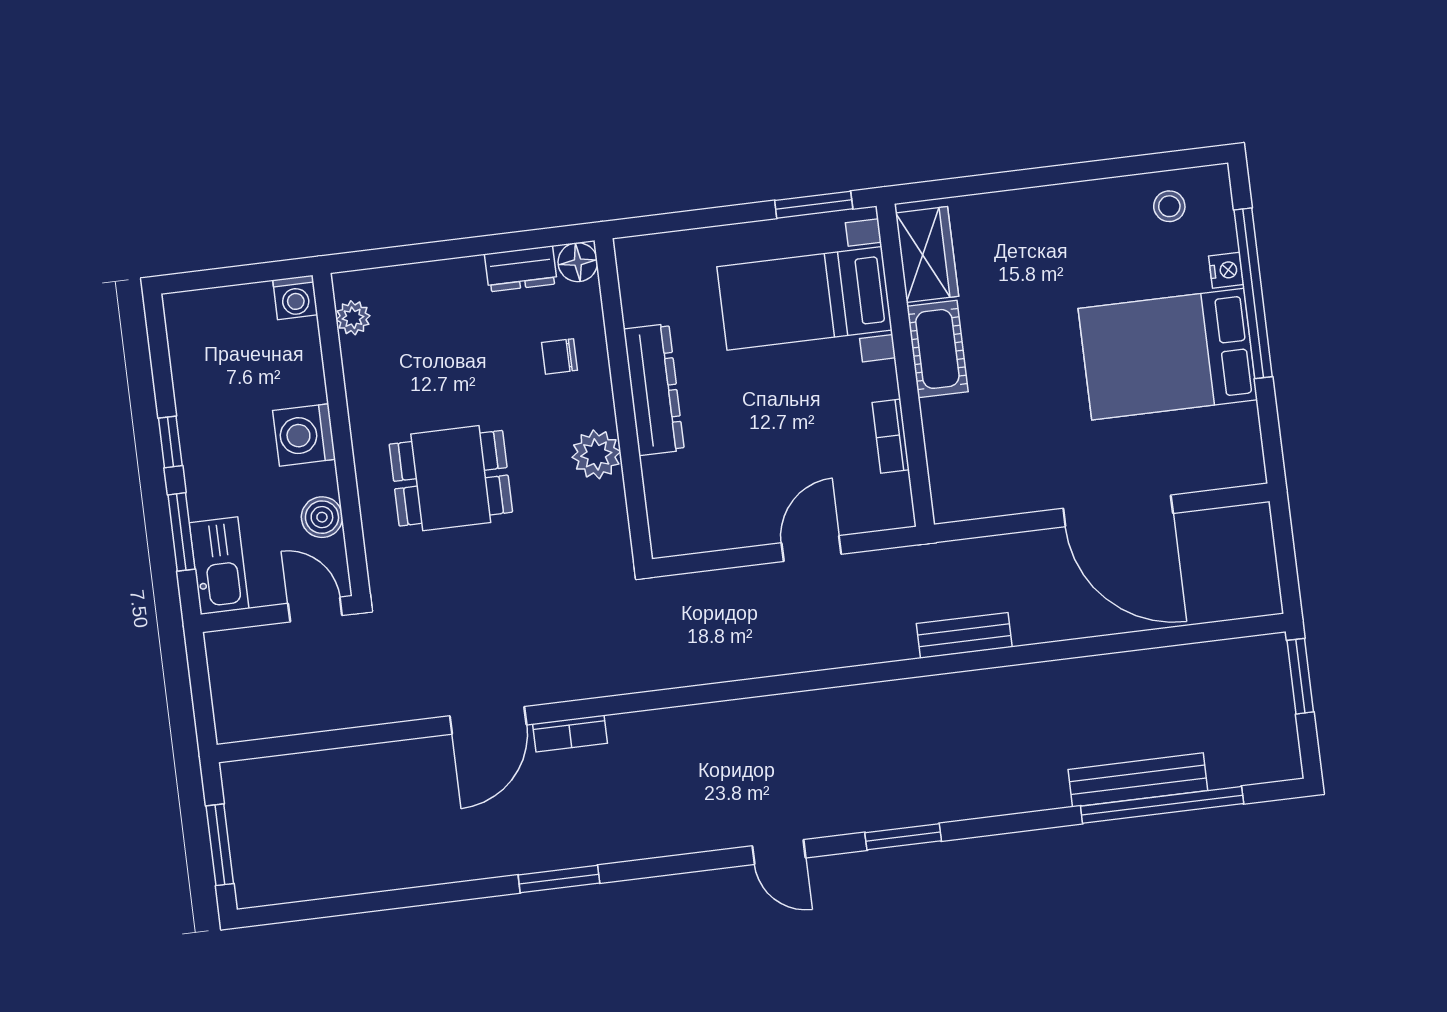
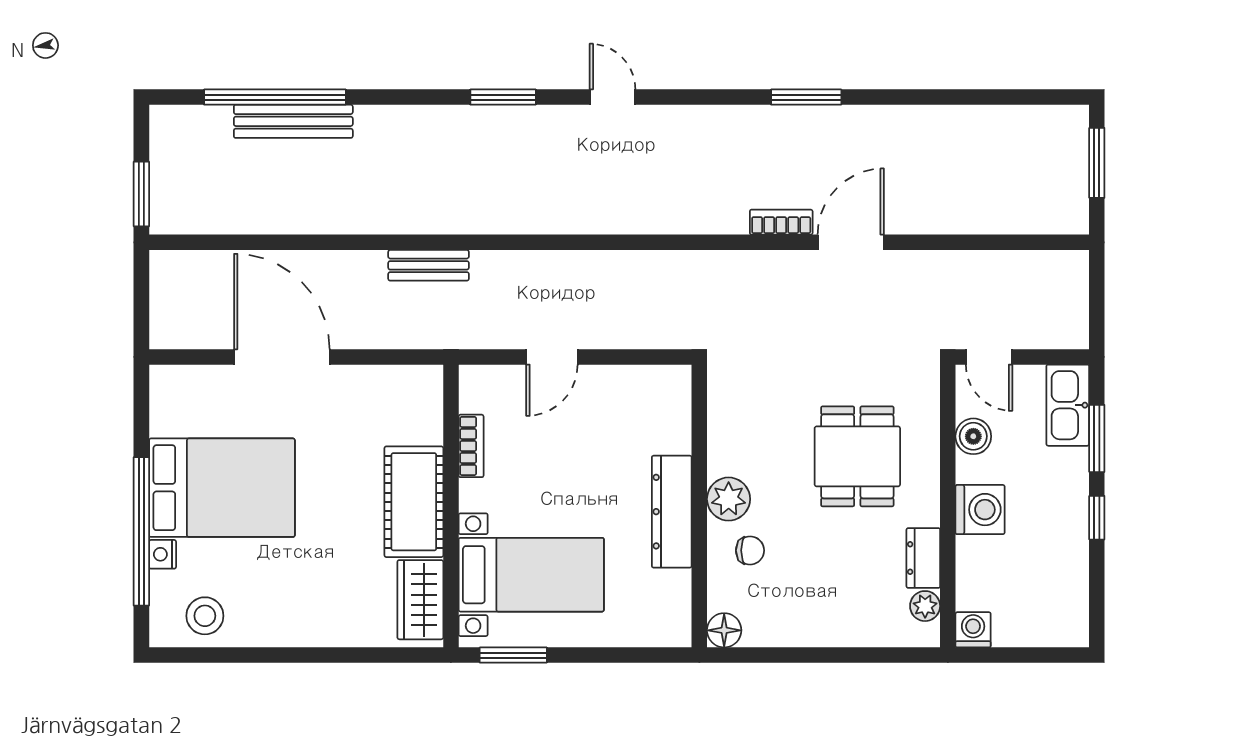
stool: (1169, 206) -> (205, 616), width x1.37, depth x1.37
dresser: (521, 269) -> (923, 558), moved, turned -90
cot: (937, 349) -> (414, 502), width x1.37, depth x1.34
plant: (596, 454) -> (729, 499), moved
dining table: (451, 478) -> (857, 456), turned 90

